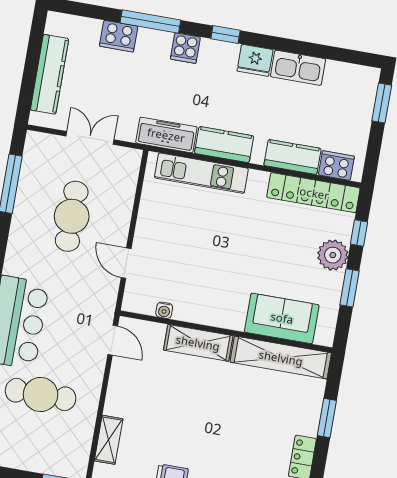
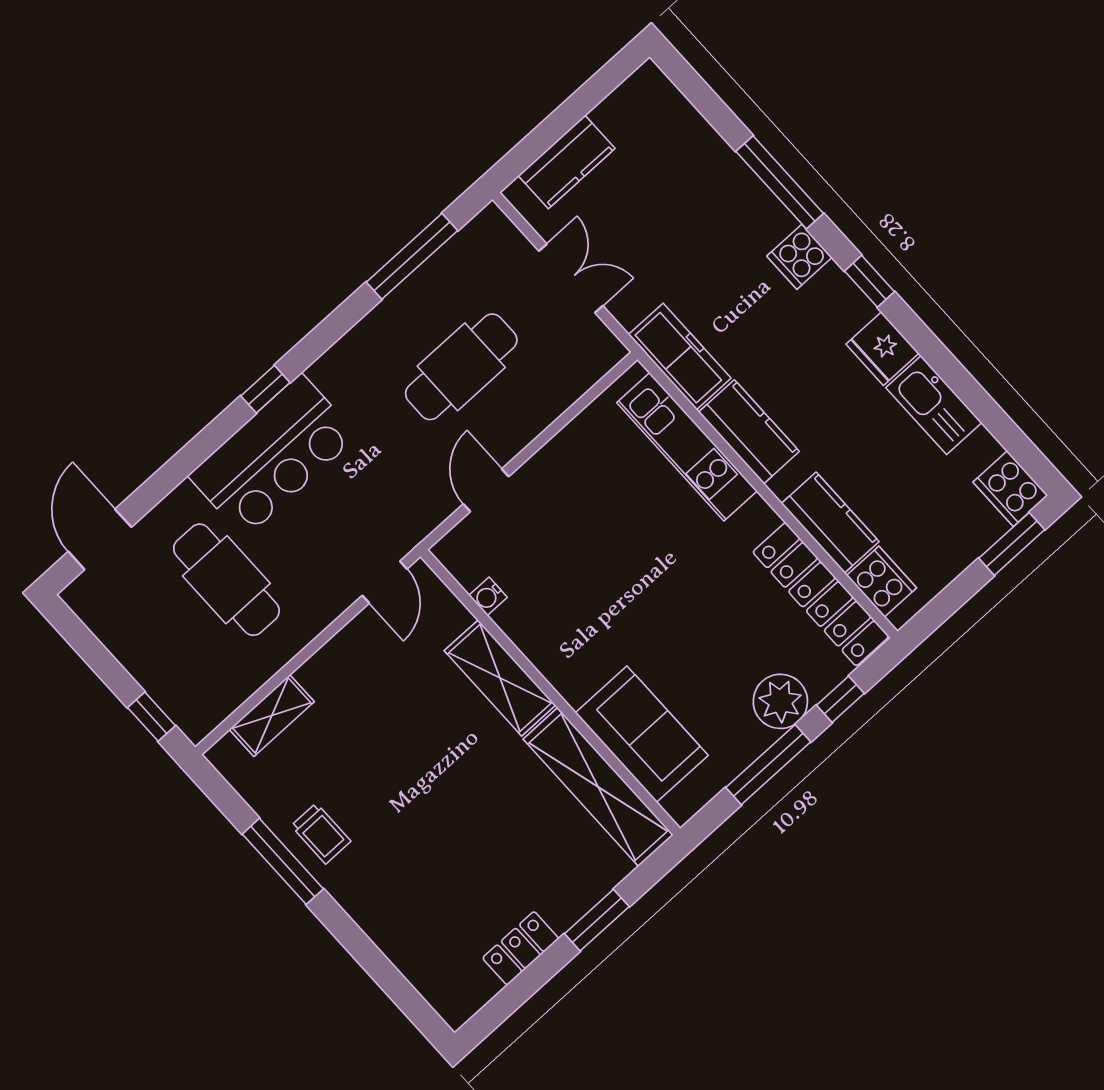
cooker: (119, 36) -> (1010, 489), moved
kitchen counter: (50, 74) -> (567, 162), width x0.67
window: (349, 288) -> (768, 765), width x1.44

